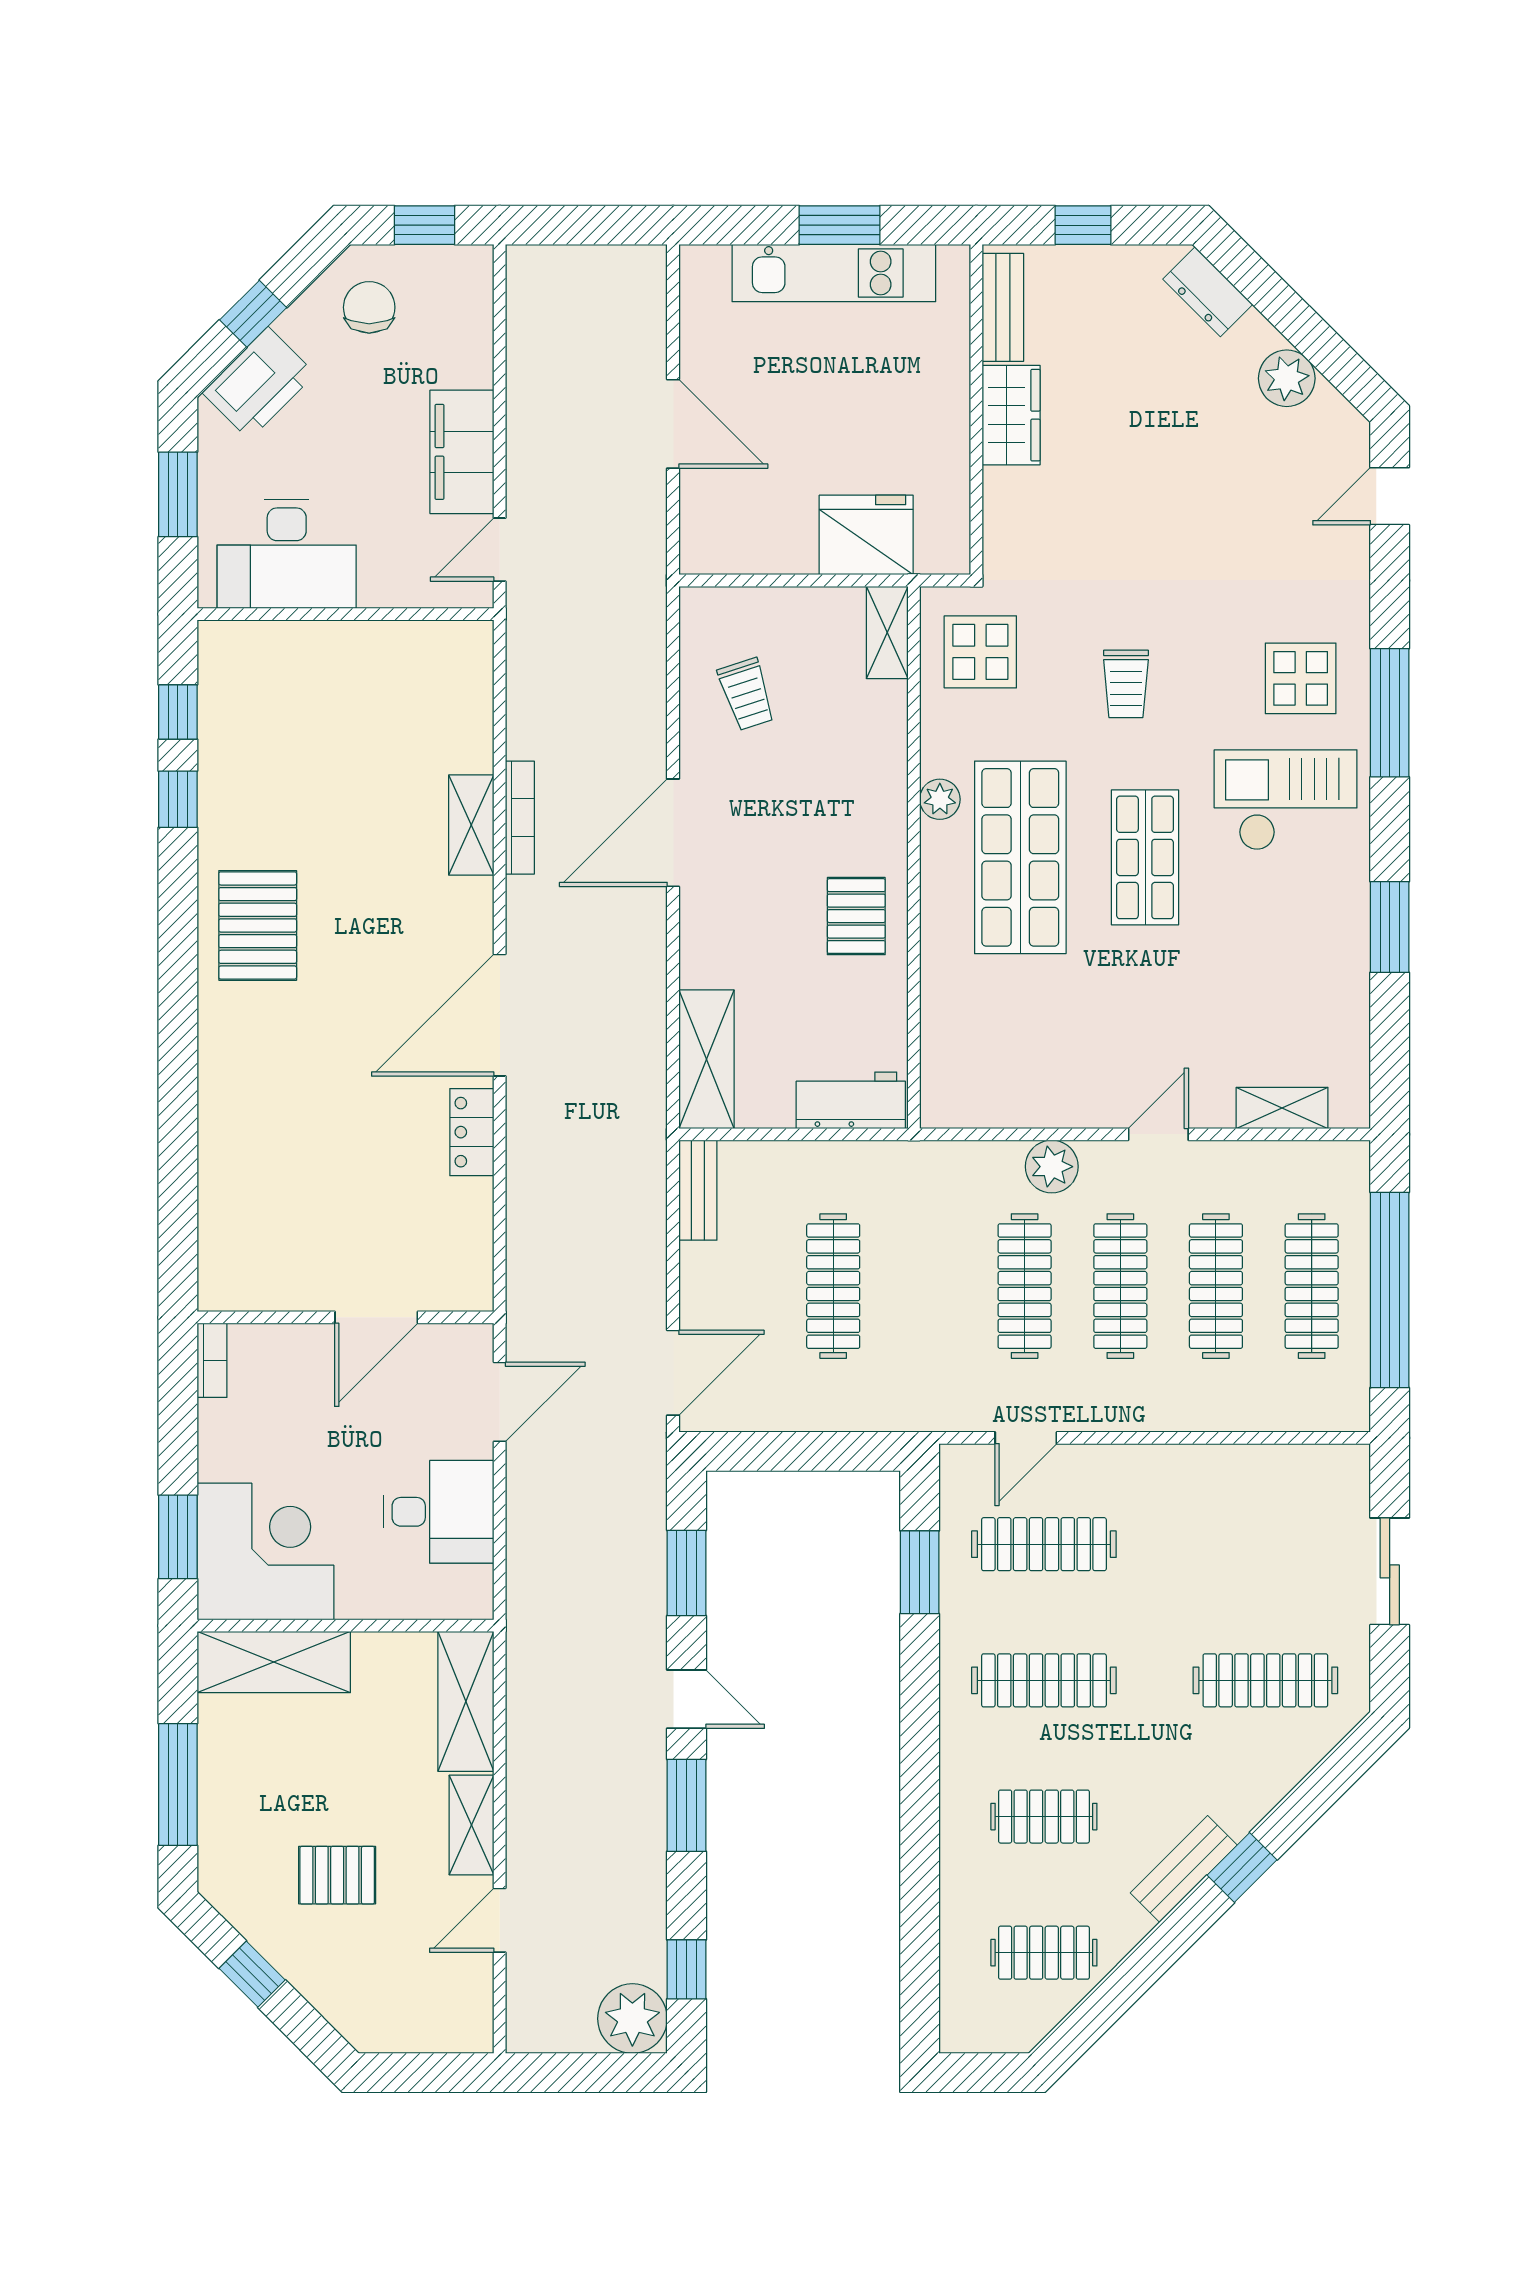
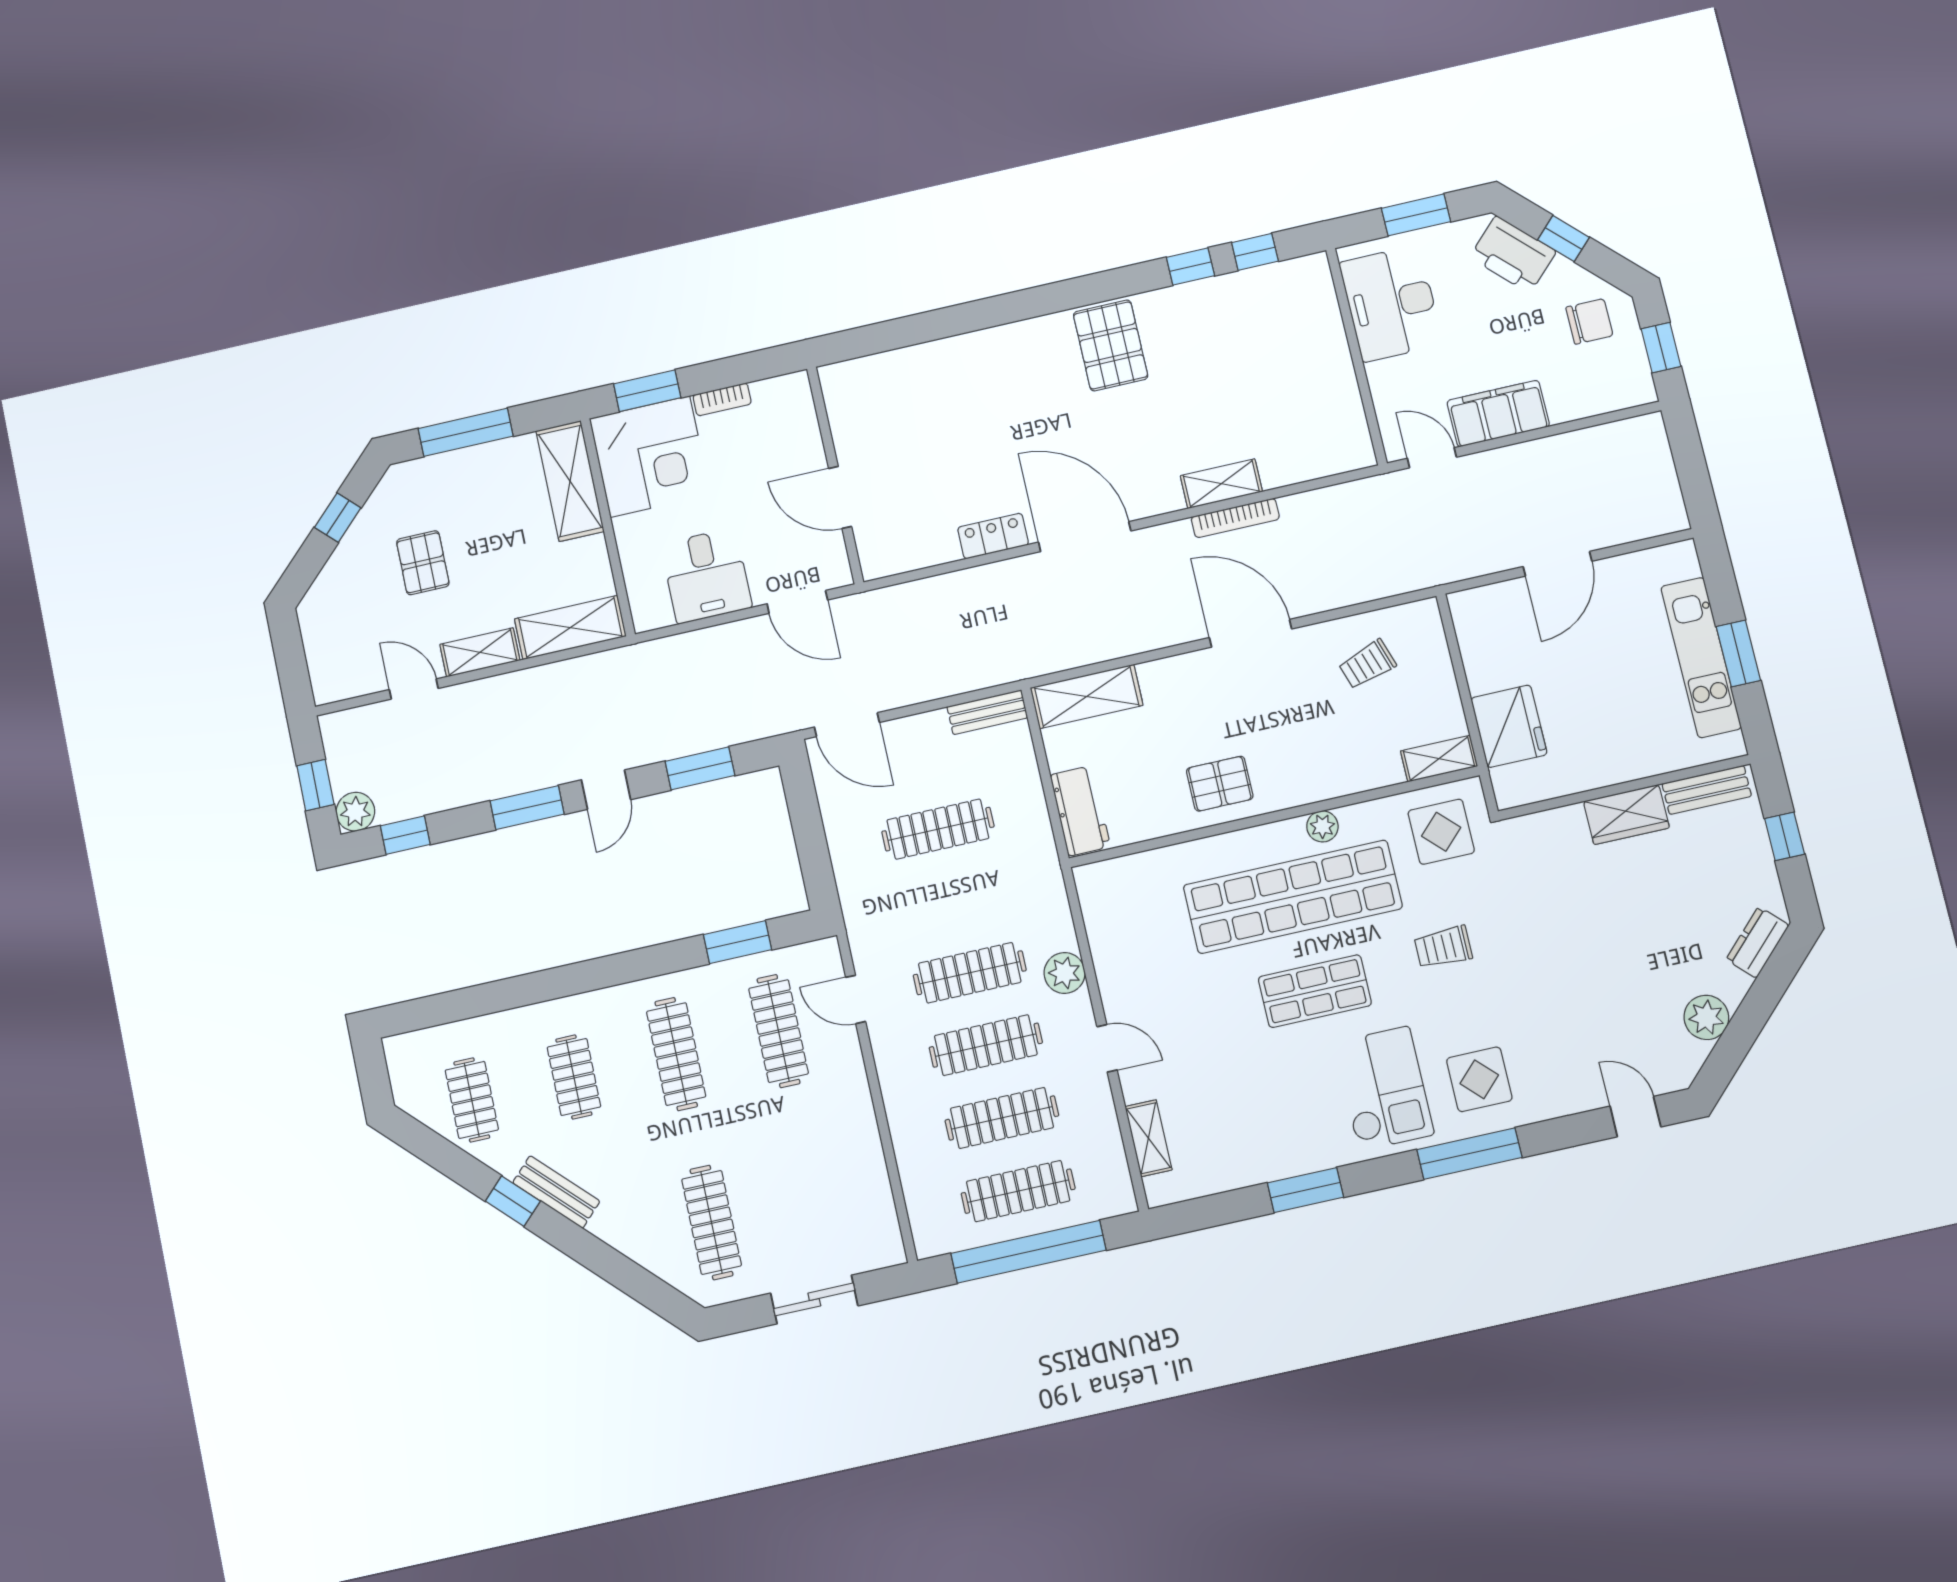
shop shelf: (1020, 857) -> (1293, 897), width x1.40
pallet: (258, 925) -> (1111, 345), turned 90
bookcase: (212, 1360) -> (722, 399), moved
window: (1242, 1868) -> (513, 1201), moved
plant: (632, 2019) -> (355, 812), width x0.73, depth x0.73
window: (596, 2073) -> (315, 785), added

